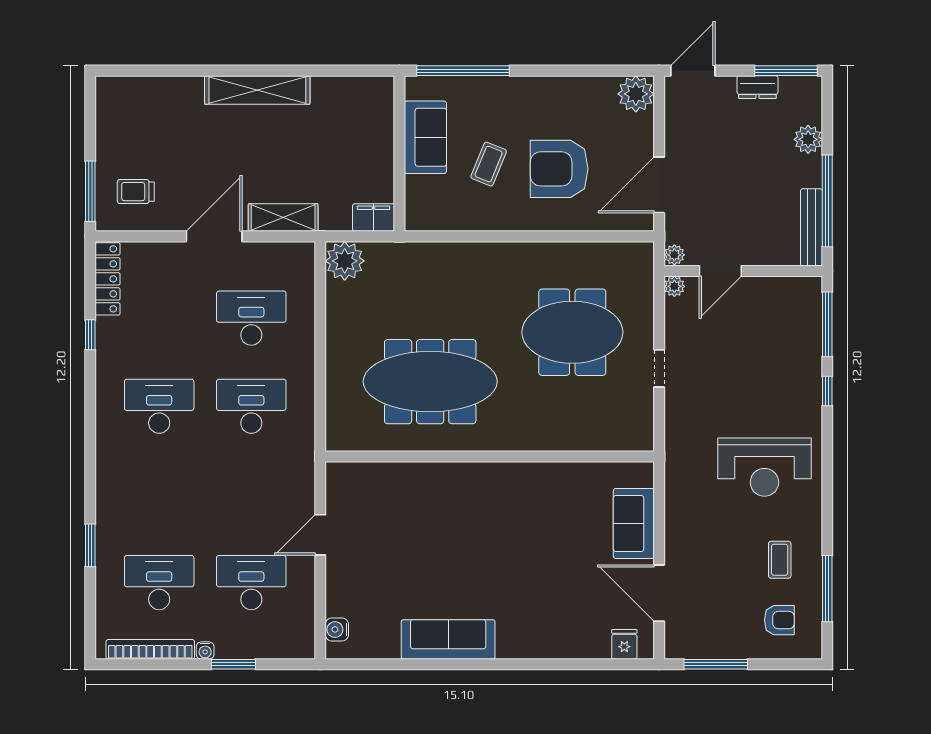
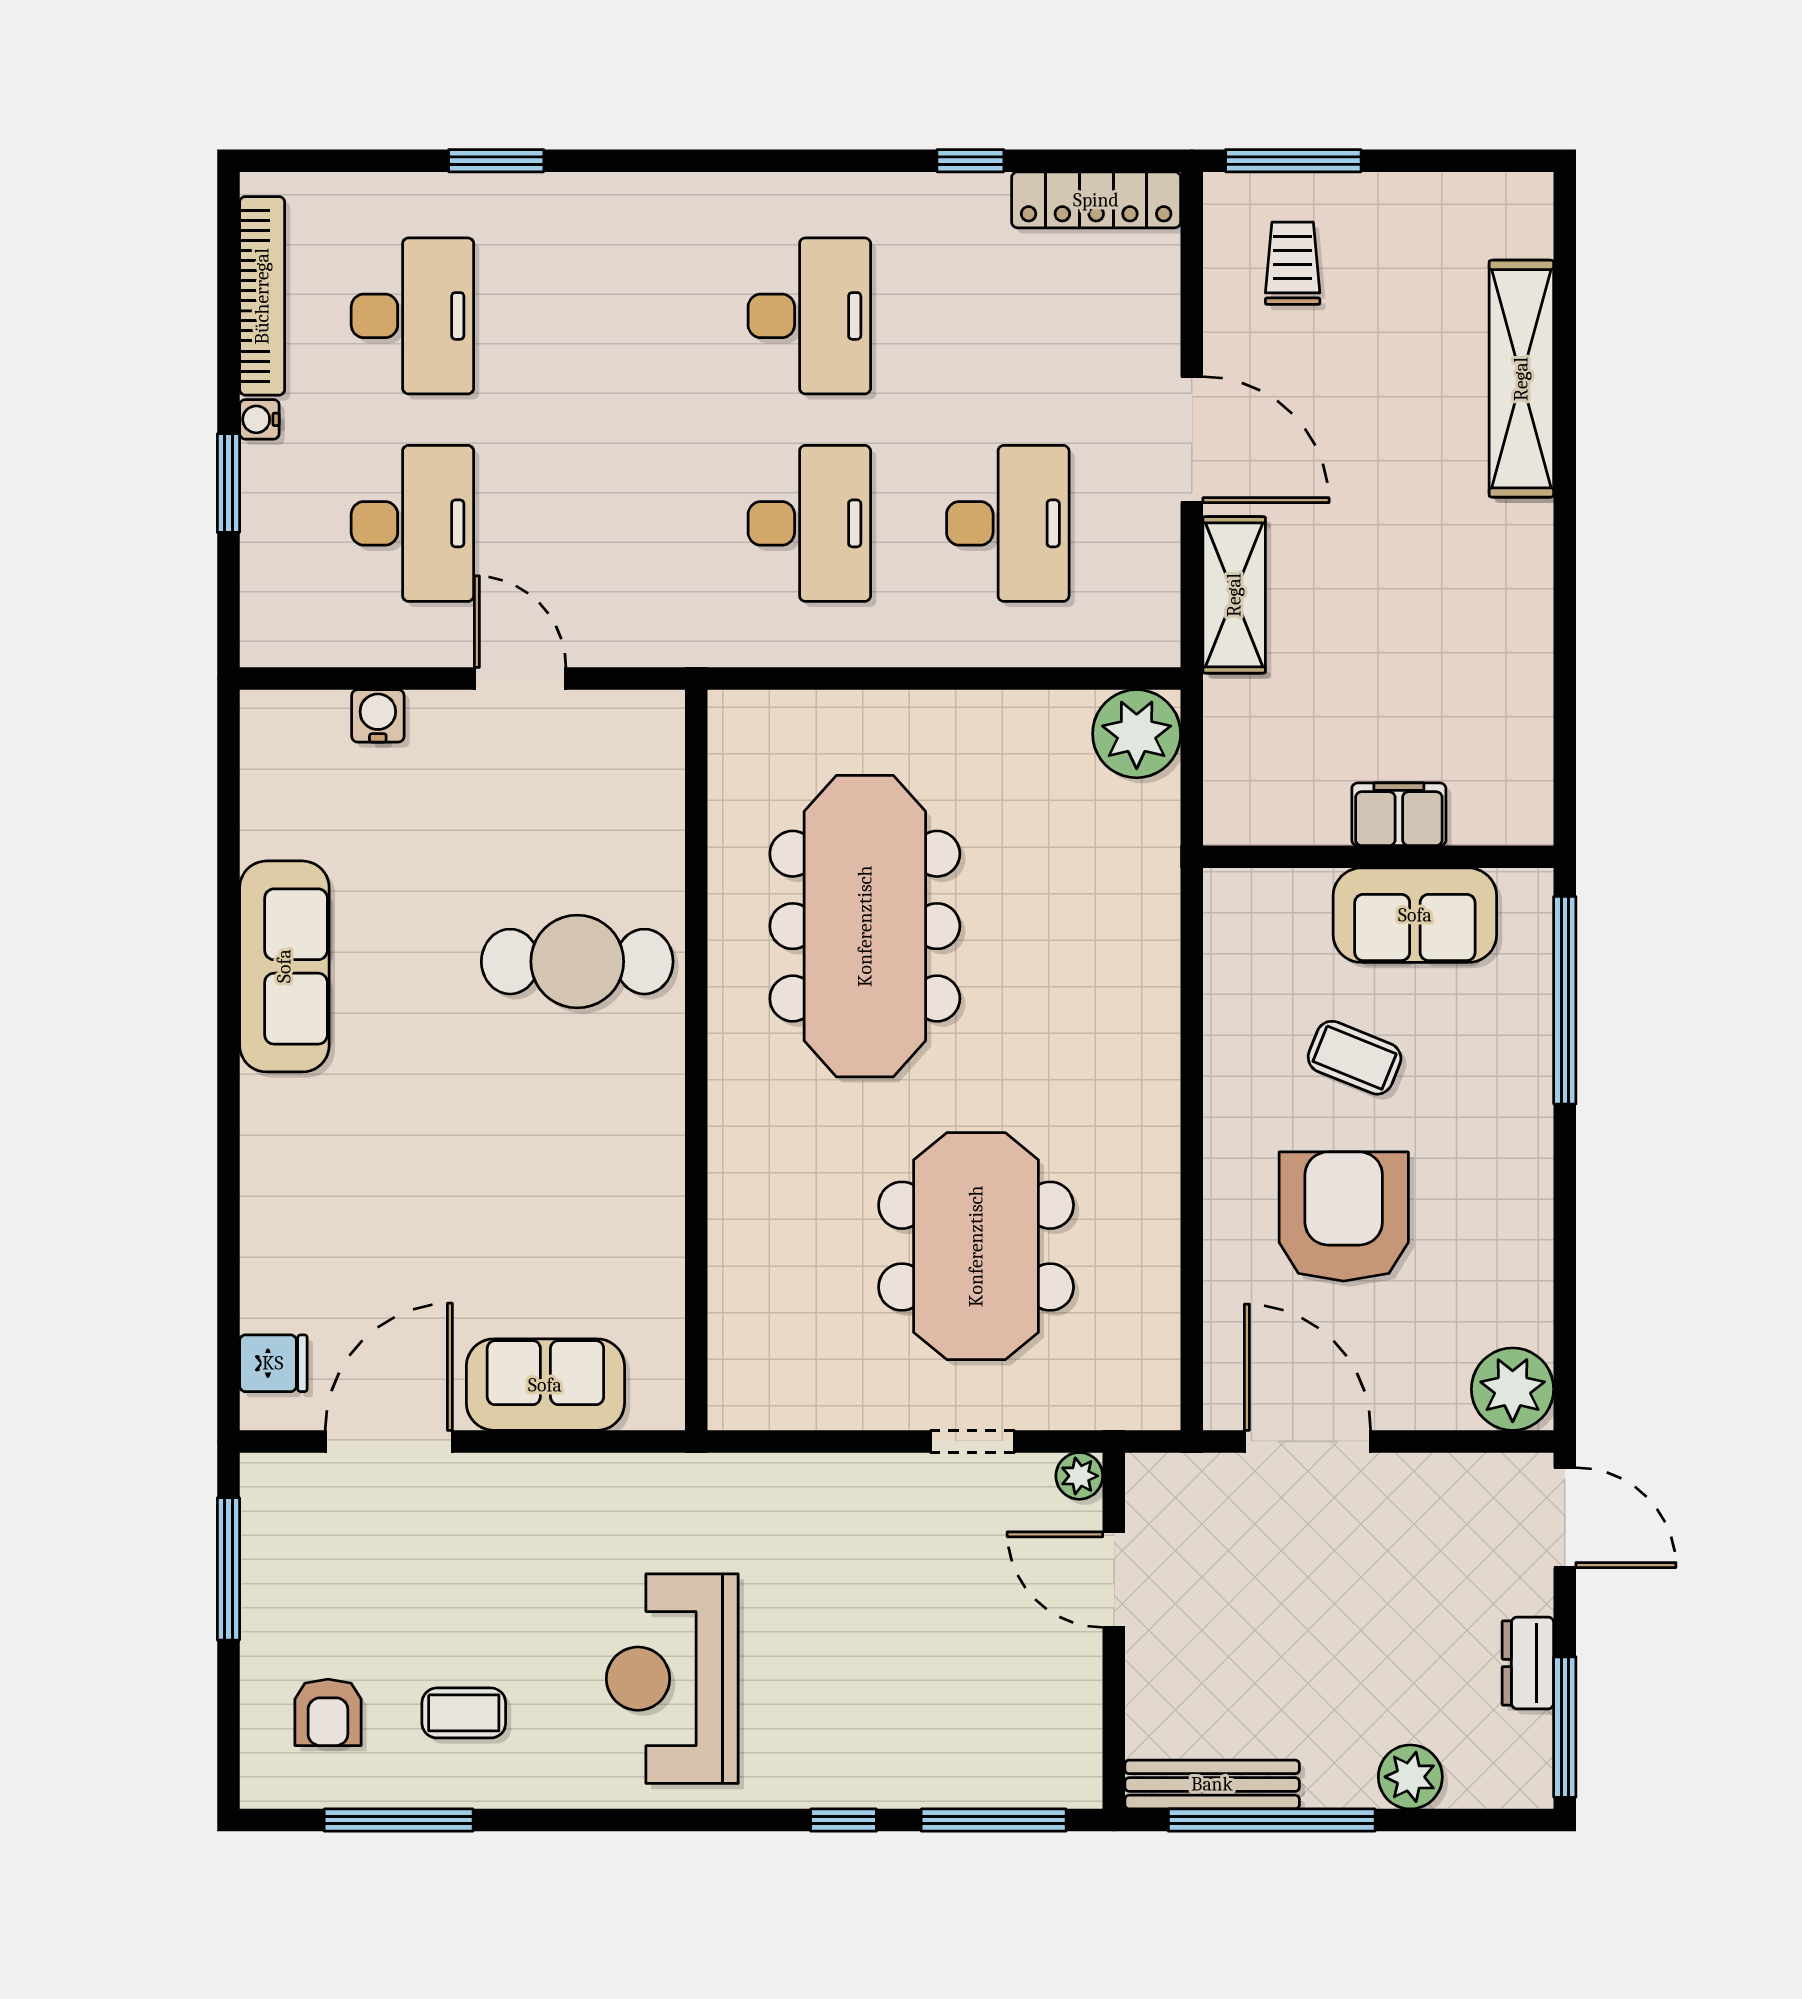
shelving: (257, 90) -> (1521, 379), moved
filing cabinet: (374, 218) -> (1399, 814), moved, turned -90
plant: (674, 255) -> (1150, 1476), removed
doorway: (659, 368) -> (972, 1441), moved
cafe table: (446, 509) -> (577, 962), added
water cooler: (337, 629) -> (378, 716), moved

